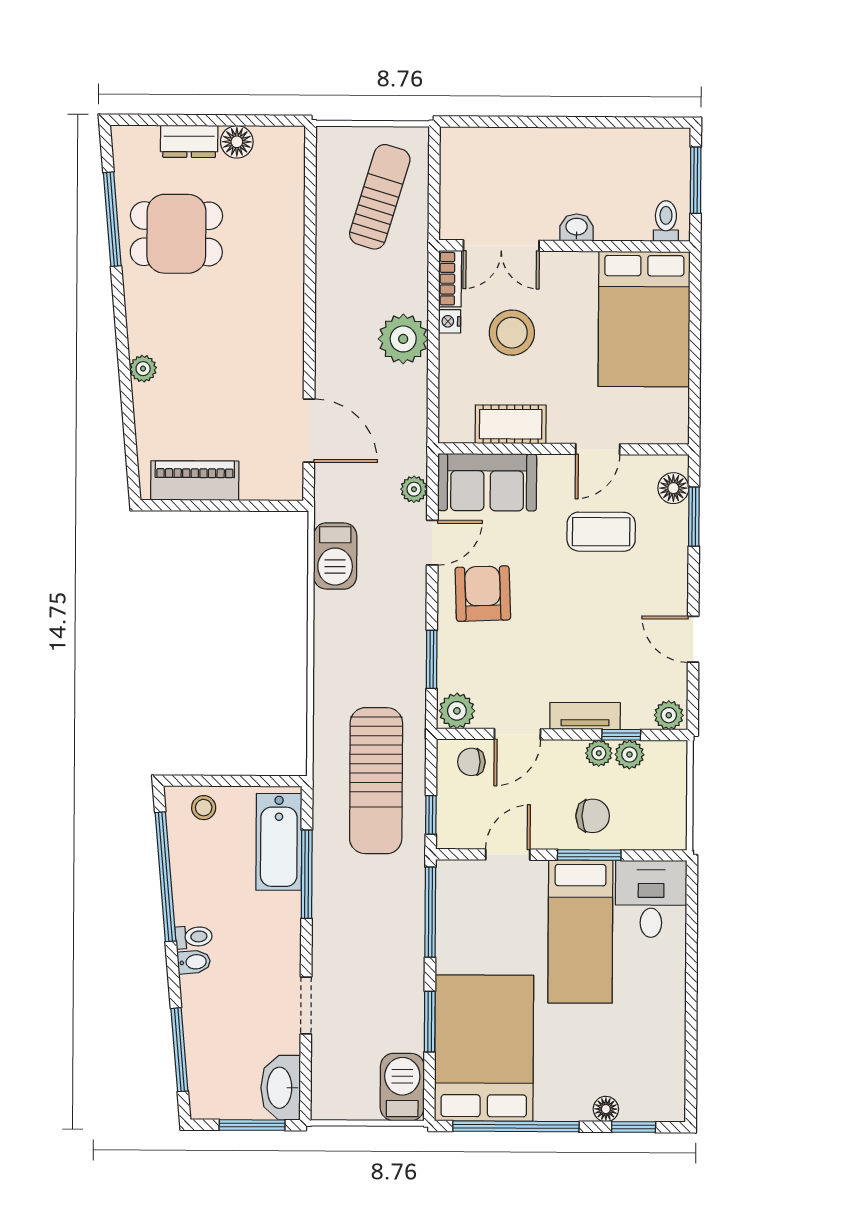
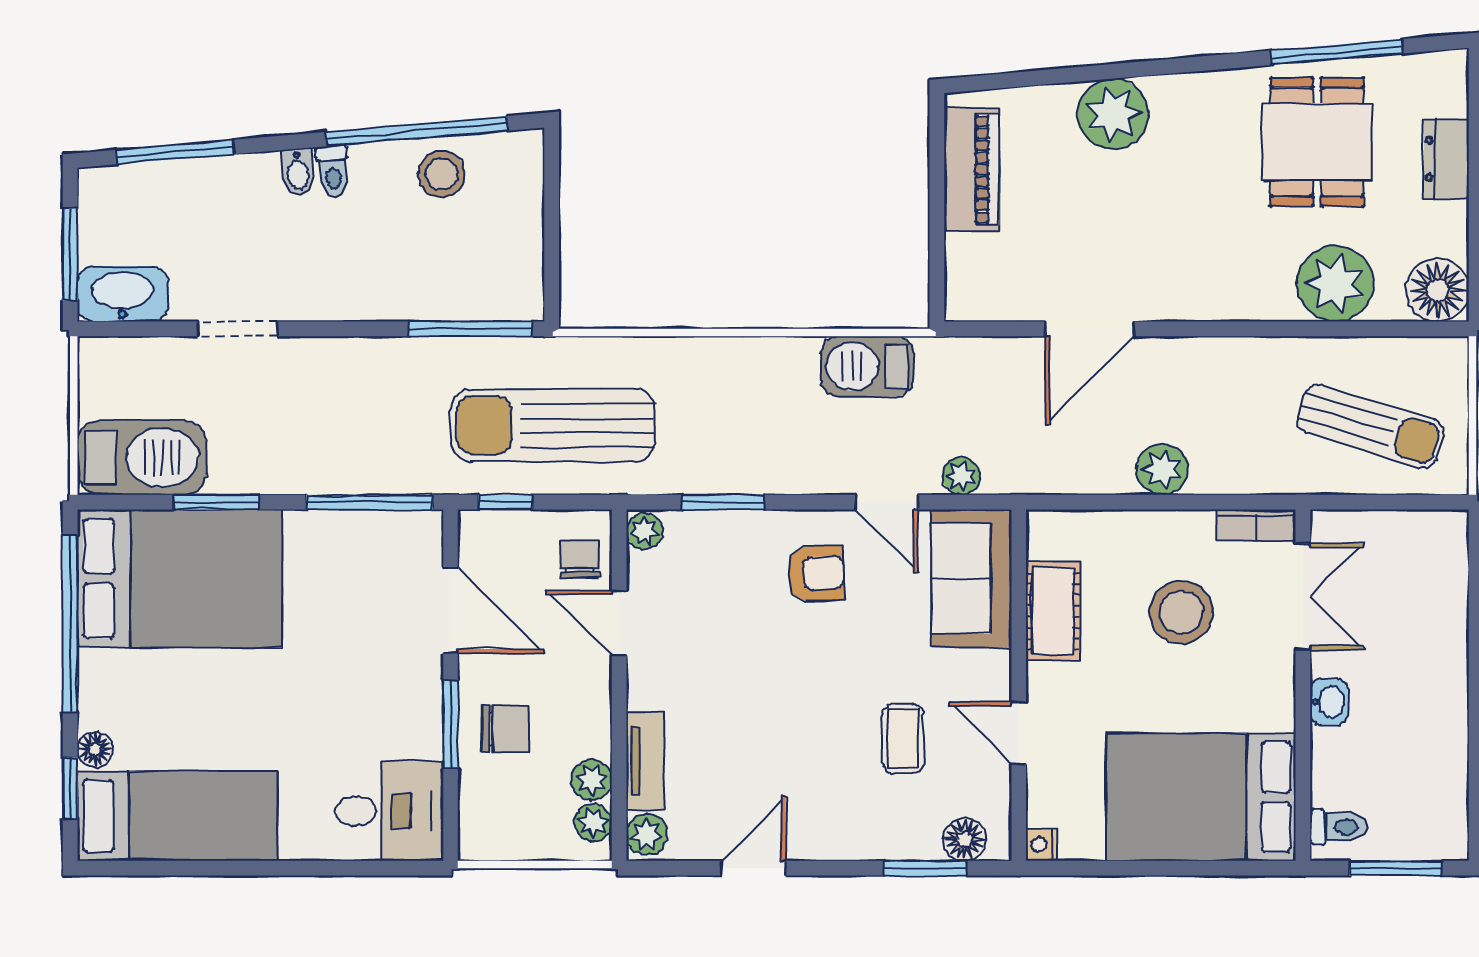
floor lamp: (237, 142) -> (1438, 290), moved, width x1.38, depth x1.38
plant: (278, 221) -> (1335, 284), added
double door: (501, 246) -> (1303, 597), swing flipped
nightstand: (450, 321) -> (1041, 845), moved, turned -90
plant: (403, 339) -> (1162, 469), width x0.73, depth x0.73
plant: (143, 369) -> (1113, 114), width x1.88, depth x1.88
door: (309, 431) -> (1090, 329), moved
coffee table: (601, 532) -> (903, 739), width x0.73, depth x0.77
armchair: (483, 594) -> (816, 573), width x0.72, depth x0.72
plant: (457, 711) -> (644, 531), width x0.73, depth x0.73
tv unit: (585, 716) -> (645, 761), moved
window: (621, 735) -> (619, 768), removed
plant: (599, 753) -> (593, 823), moved
stool: (204, 808) -> (442, 174), moved, width x1.37, depth x1.37
chair: (593, 816) -> (505, 729), turned -90
bathtub: (279, 842) -> (467, 290), removed
door: (508, 855) -> (451, 610), width x1.38
window: (307, 874) -> (470, 329), moved
bed: (580, 932) -> (177, 816), moved, turned 180
barbecue: (402, 1087) -> (142, 458), width x1.37, depth x1.21

